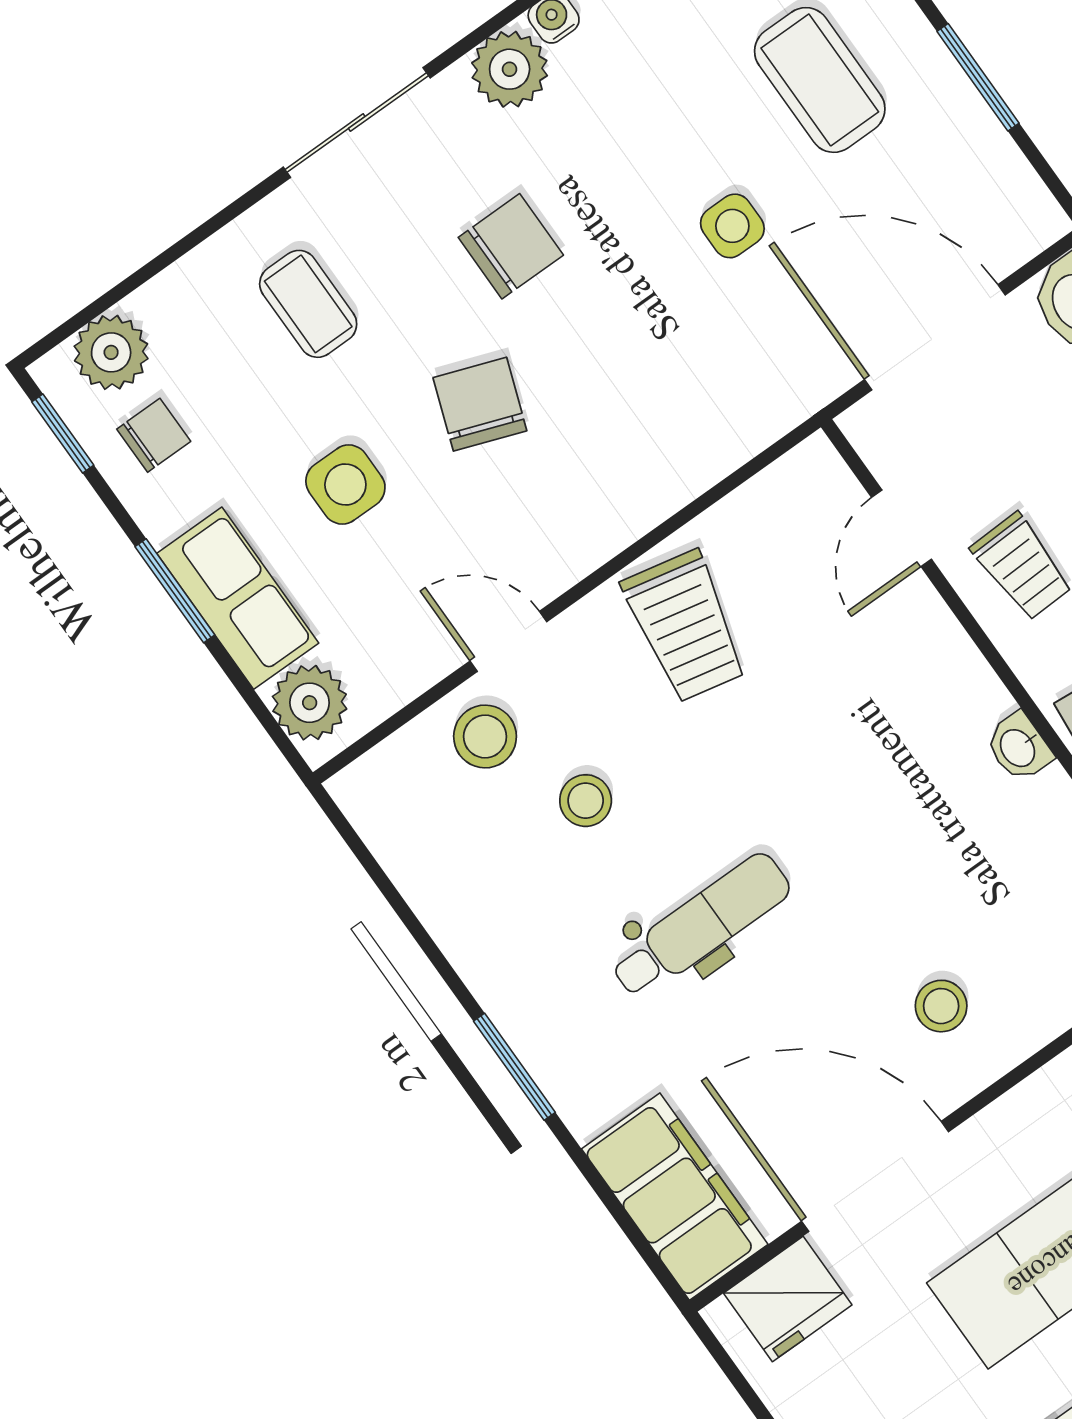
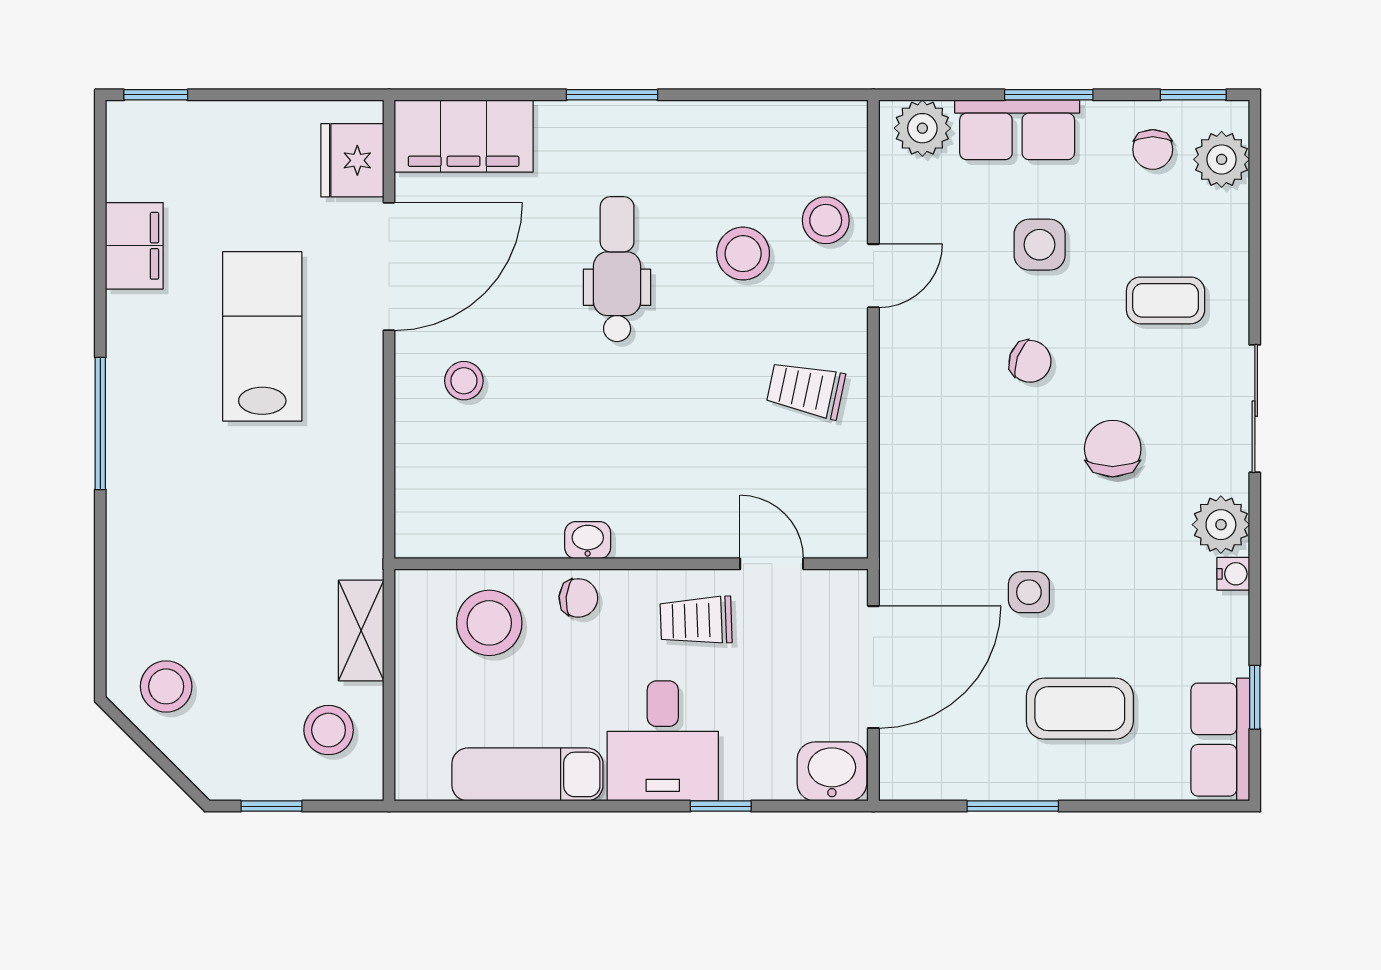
chair: (511, 246) -> (1113, 449), turned 180
chair: (480, 404) -> (1030, 361), width x0.73, depth x0.73
trolley: (685, 626) -> (806, 390), width x0.73, depth x0.72
stool: (586, 801) -> (743, 254), width x1.37, depth x1.37
dental chair: (701, 926) -> (617, 269), turned 180

